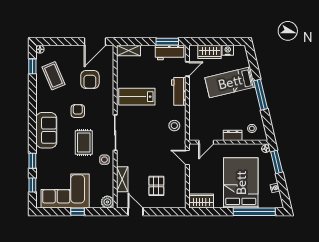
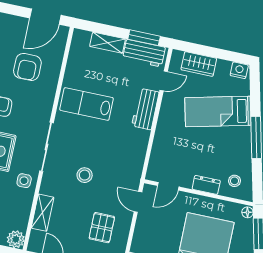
nightstand: (228, 50) -> (239, 70), moved
shelving: (128, 51) -> (108, 43), moved
stool: (174, 126) -> (85, 175), moved
pallet: (156, 186) -> (102, 228), moved

